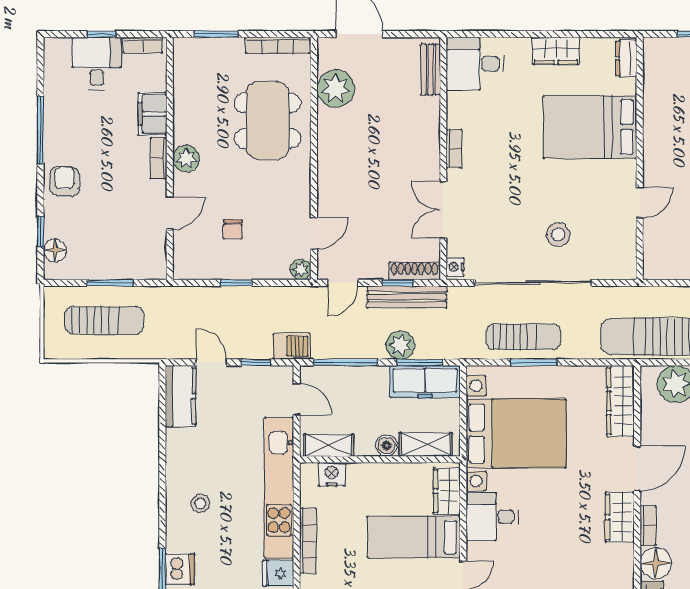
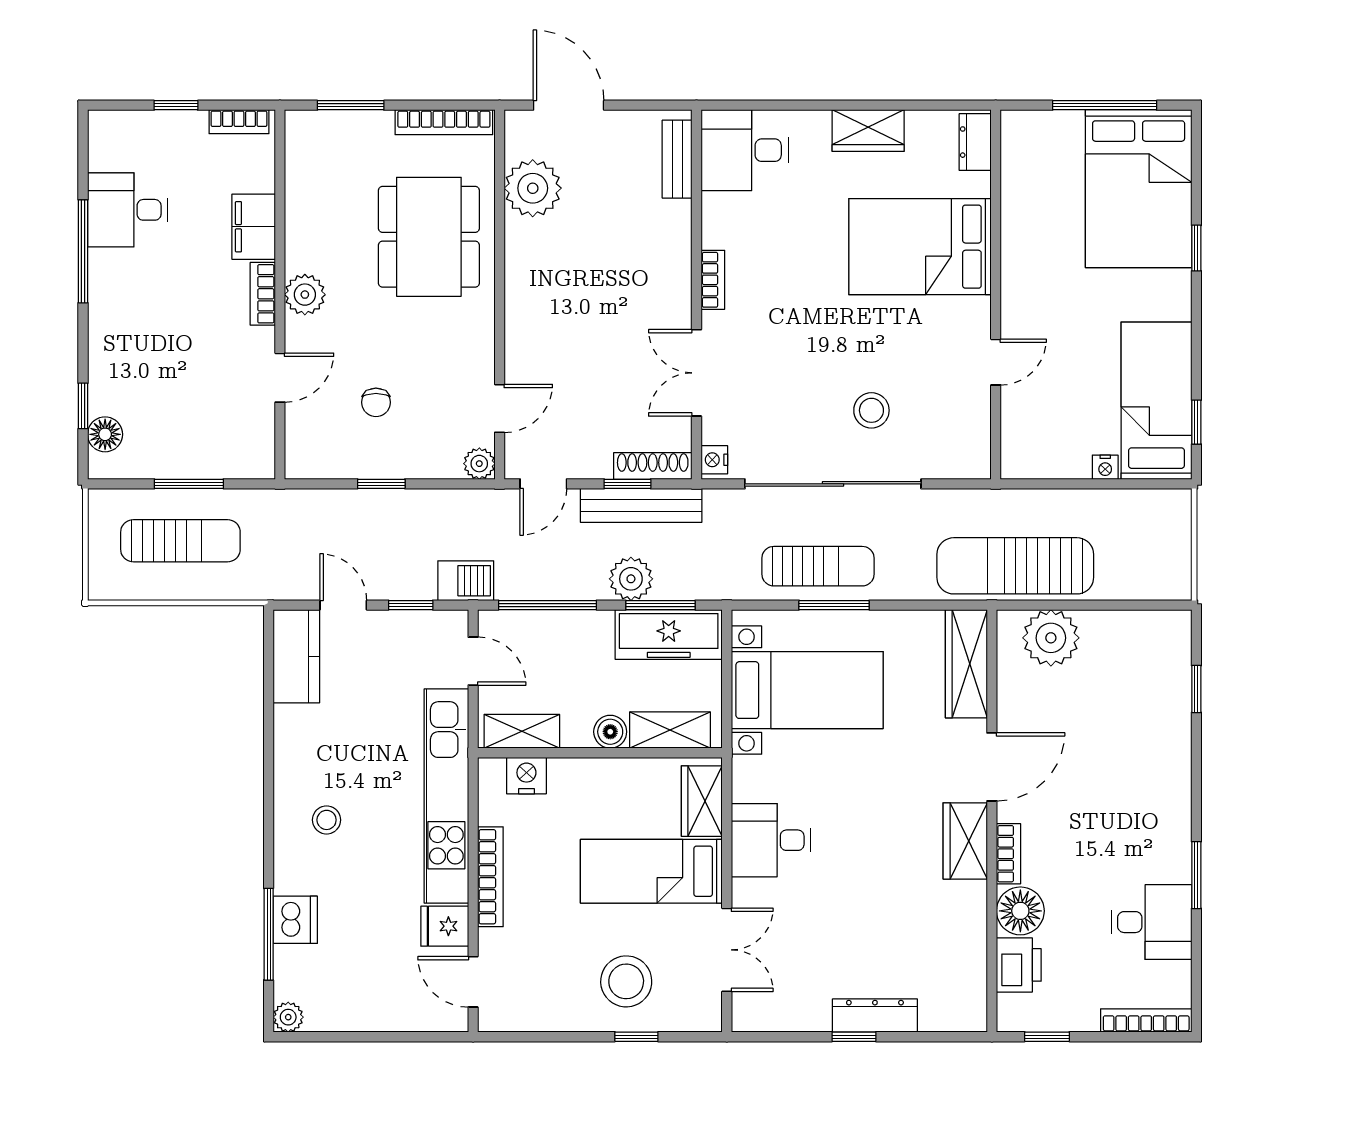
desk: (97, 63) -> (128, 210), moved, turned -90
armchair: (65, 181) -> (120, 329), removed
bed with nightstands: (516, 433) -> (807, 690), width x0.73

